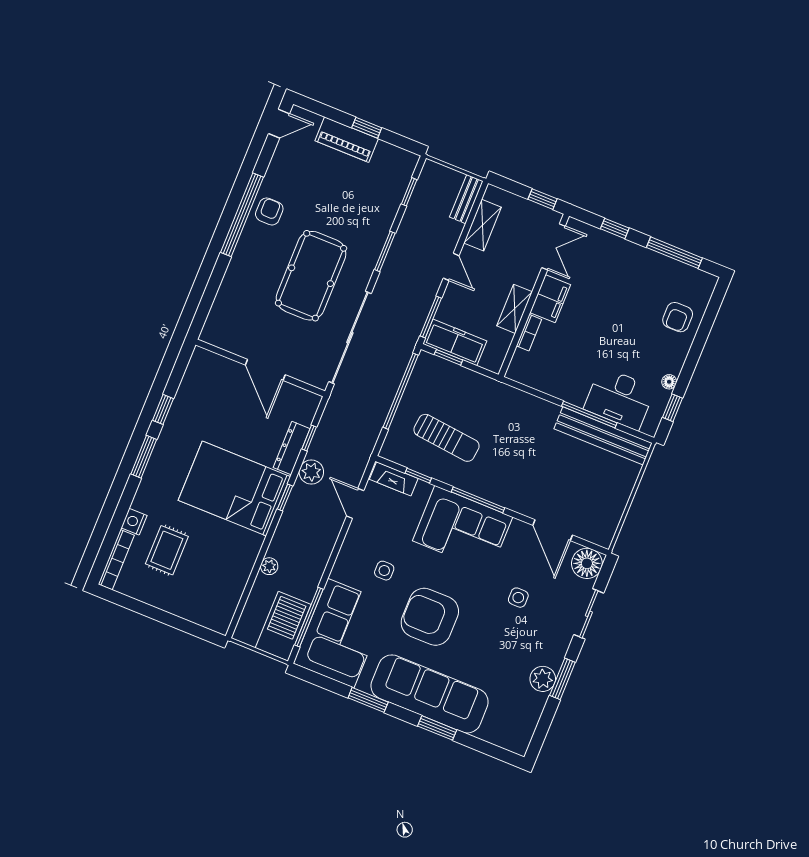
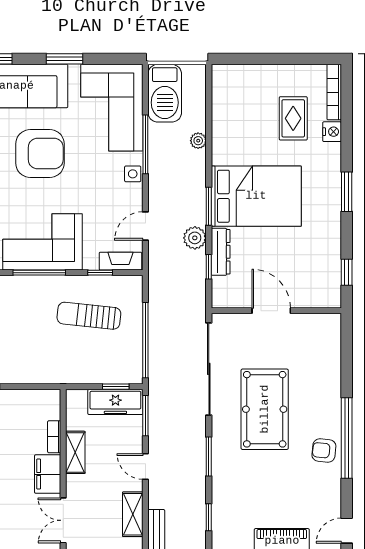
armchair: (269, 211) -> (324, 450), turned 96
window: (163, 409) -> (347, 272), moved
window: (285, 498) -> (209, 206), width x1.50
door: (355, 503) -> (145, 226), swing flipped
side table: (384, 571) -> (133, 174), moved
window: (309, 617) -> (145, 144), moved

